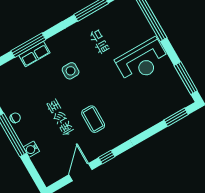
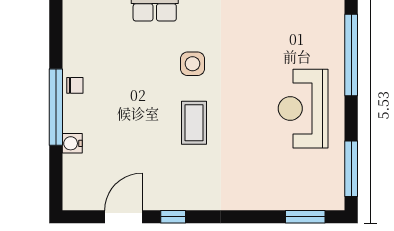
reception desk: (142, 61) -> (303, 109), turned 90
coffee table: (93, 119) -> (194, 123), moved

